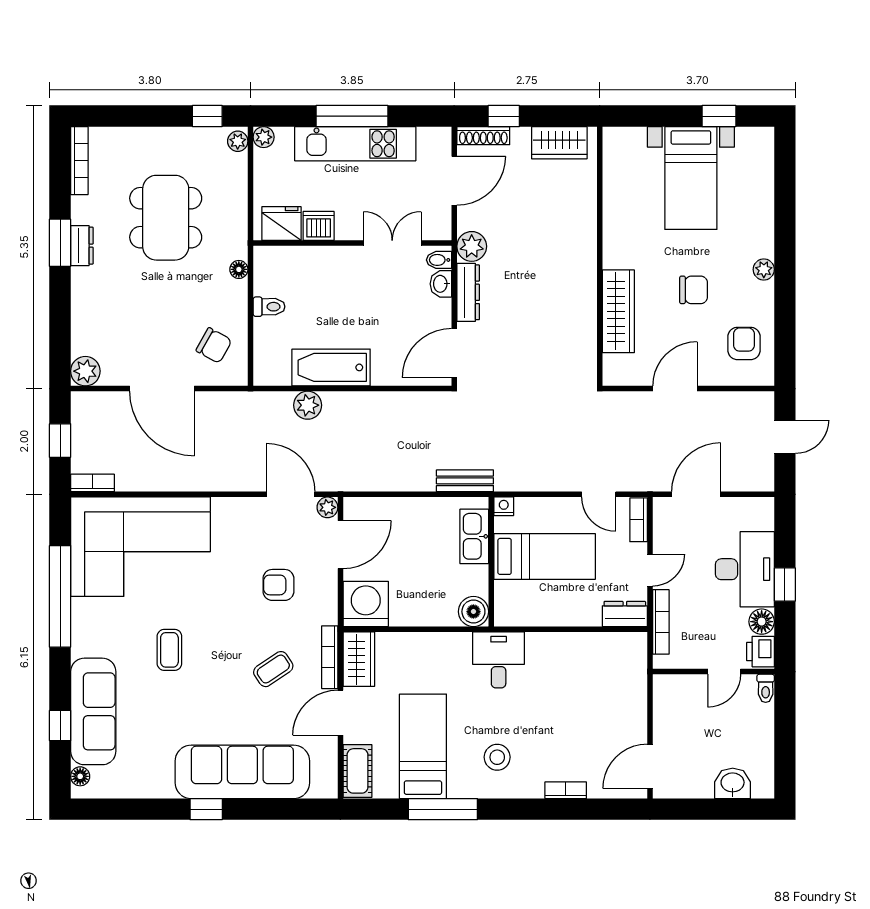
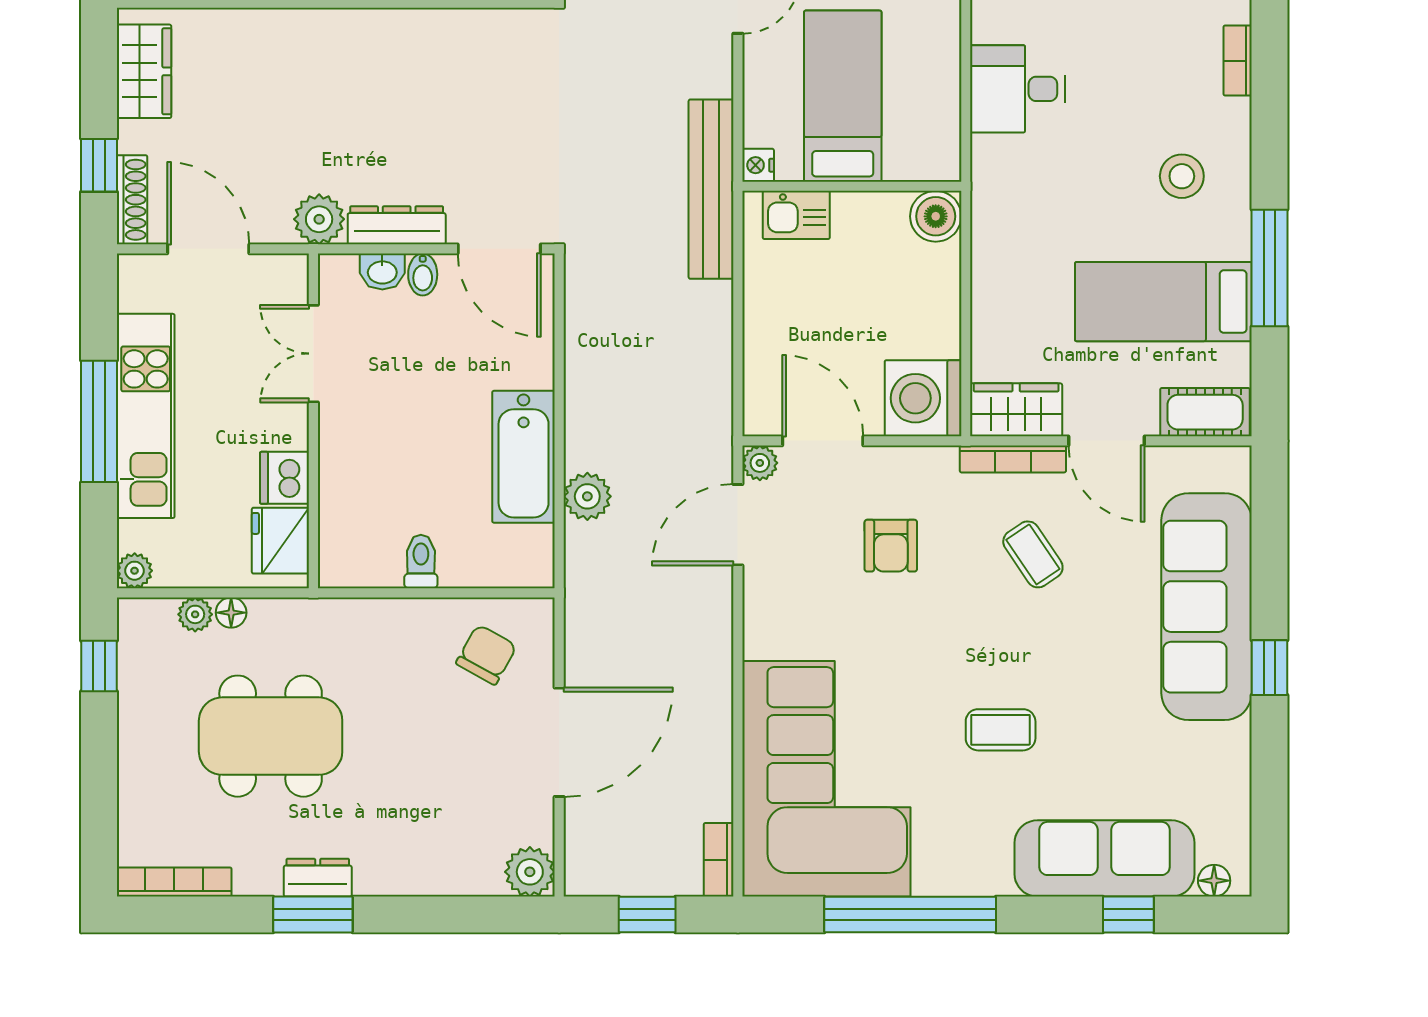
plant: (238, 141) -> (195, 614), moved
bidet: (439, 260) -> (423, 274), moved
floor lamp: (239, 269) -> (231, 613), moved
bench: (465, 481) -> (711, 189), width x1.86, depth x1.21
kitchen sink: (474, 536) -> (796, 215), width x0.73
desk: (499, 660) -> (1017, 89), moved

